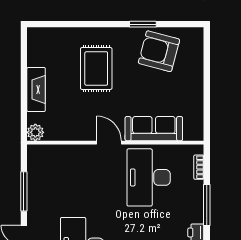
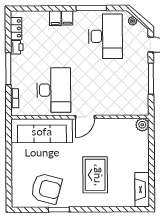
fireplace: (36, 90) -> (142, 190), moved
sofa: (154, 129) -> (42, 131), width x1.36, depth x1.27
door: (109, 143) -> (85, 117), hinge flipped

